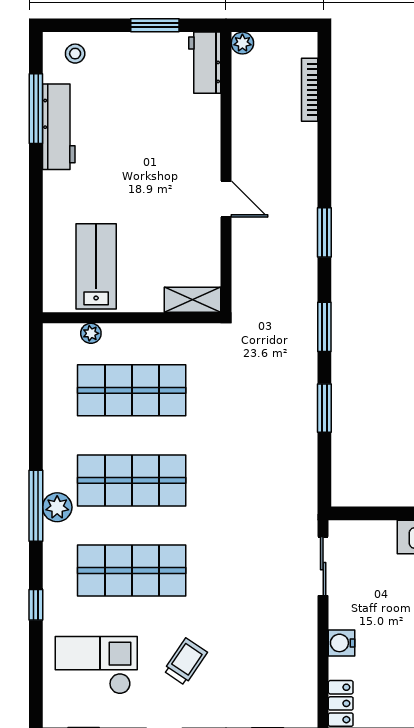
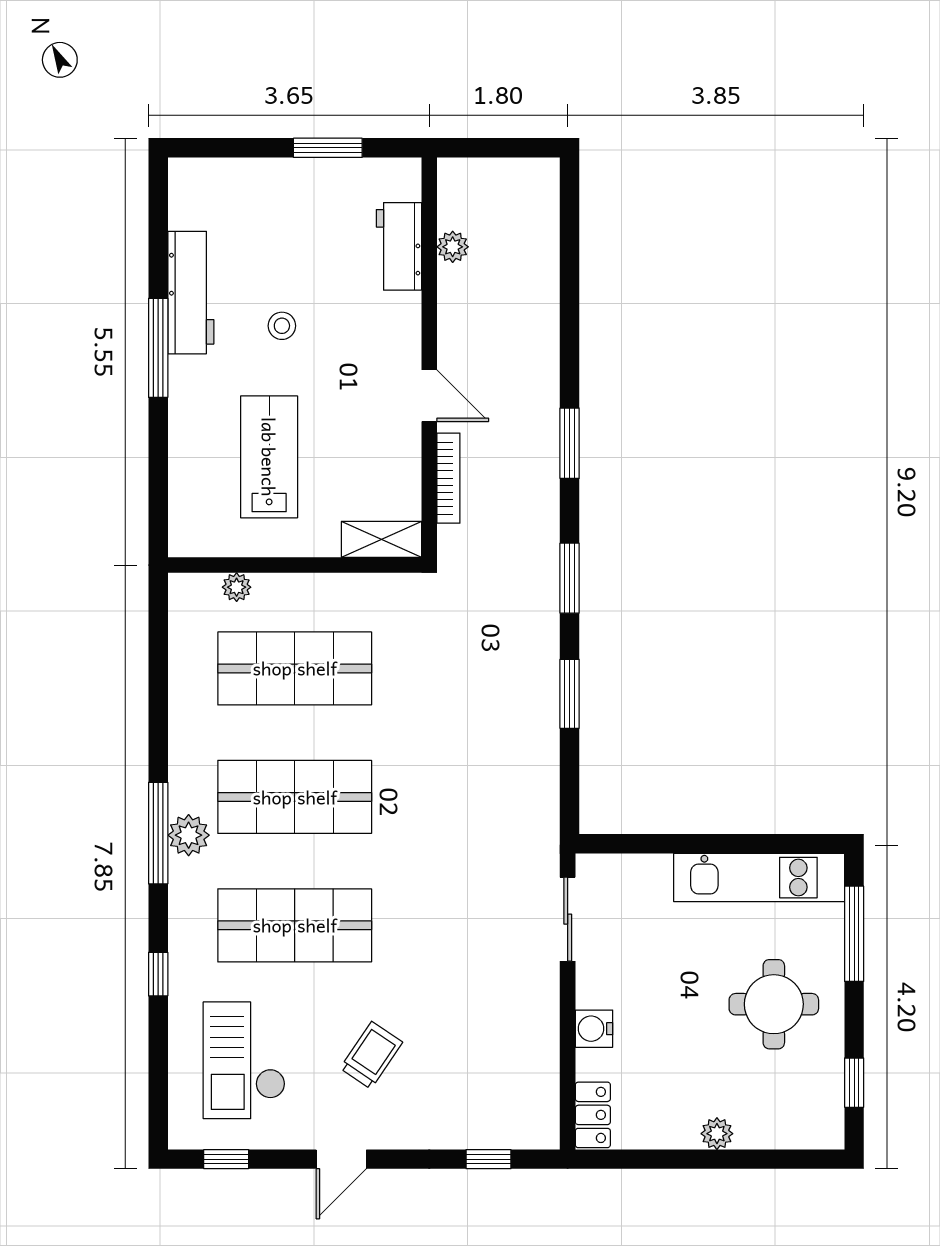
plant: (242, 43) -> (453, 247), moved
stool: (75, 54) -> (282, 326), moved
workbench: (205, 63) -> (399, 246), moved
bookcase: (310, 90) -> (448, 478), moved, turned 180
window: (36, 109) -> (158, 348), moved
lab bench: (96, 266) -> (269, 457), moved
checkout: (96, 665) -> (244, 1060), turned -90

